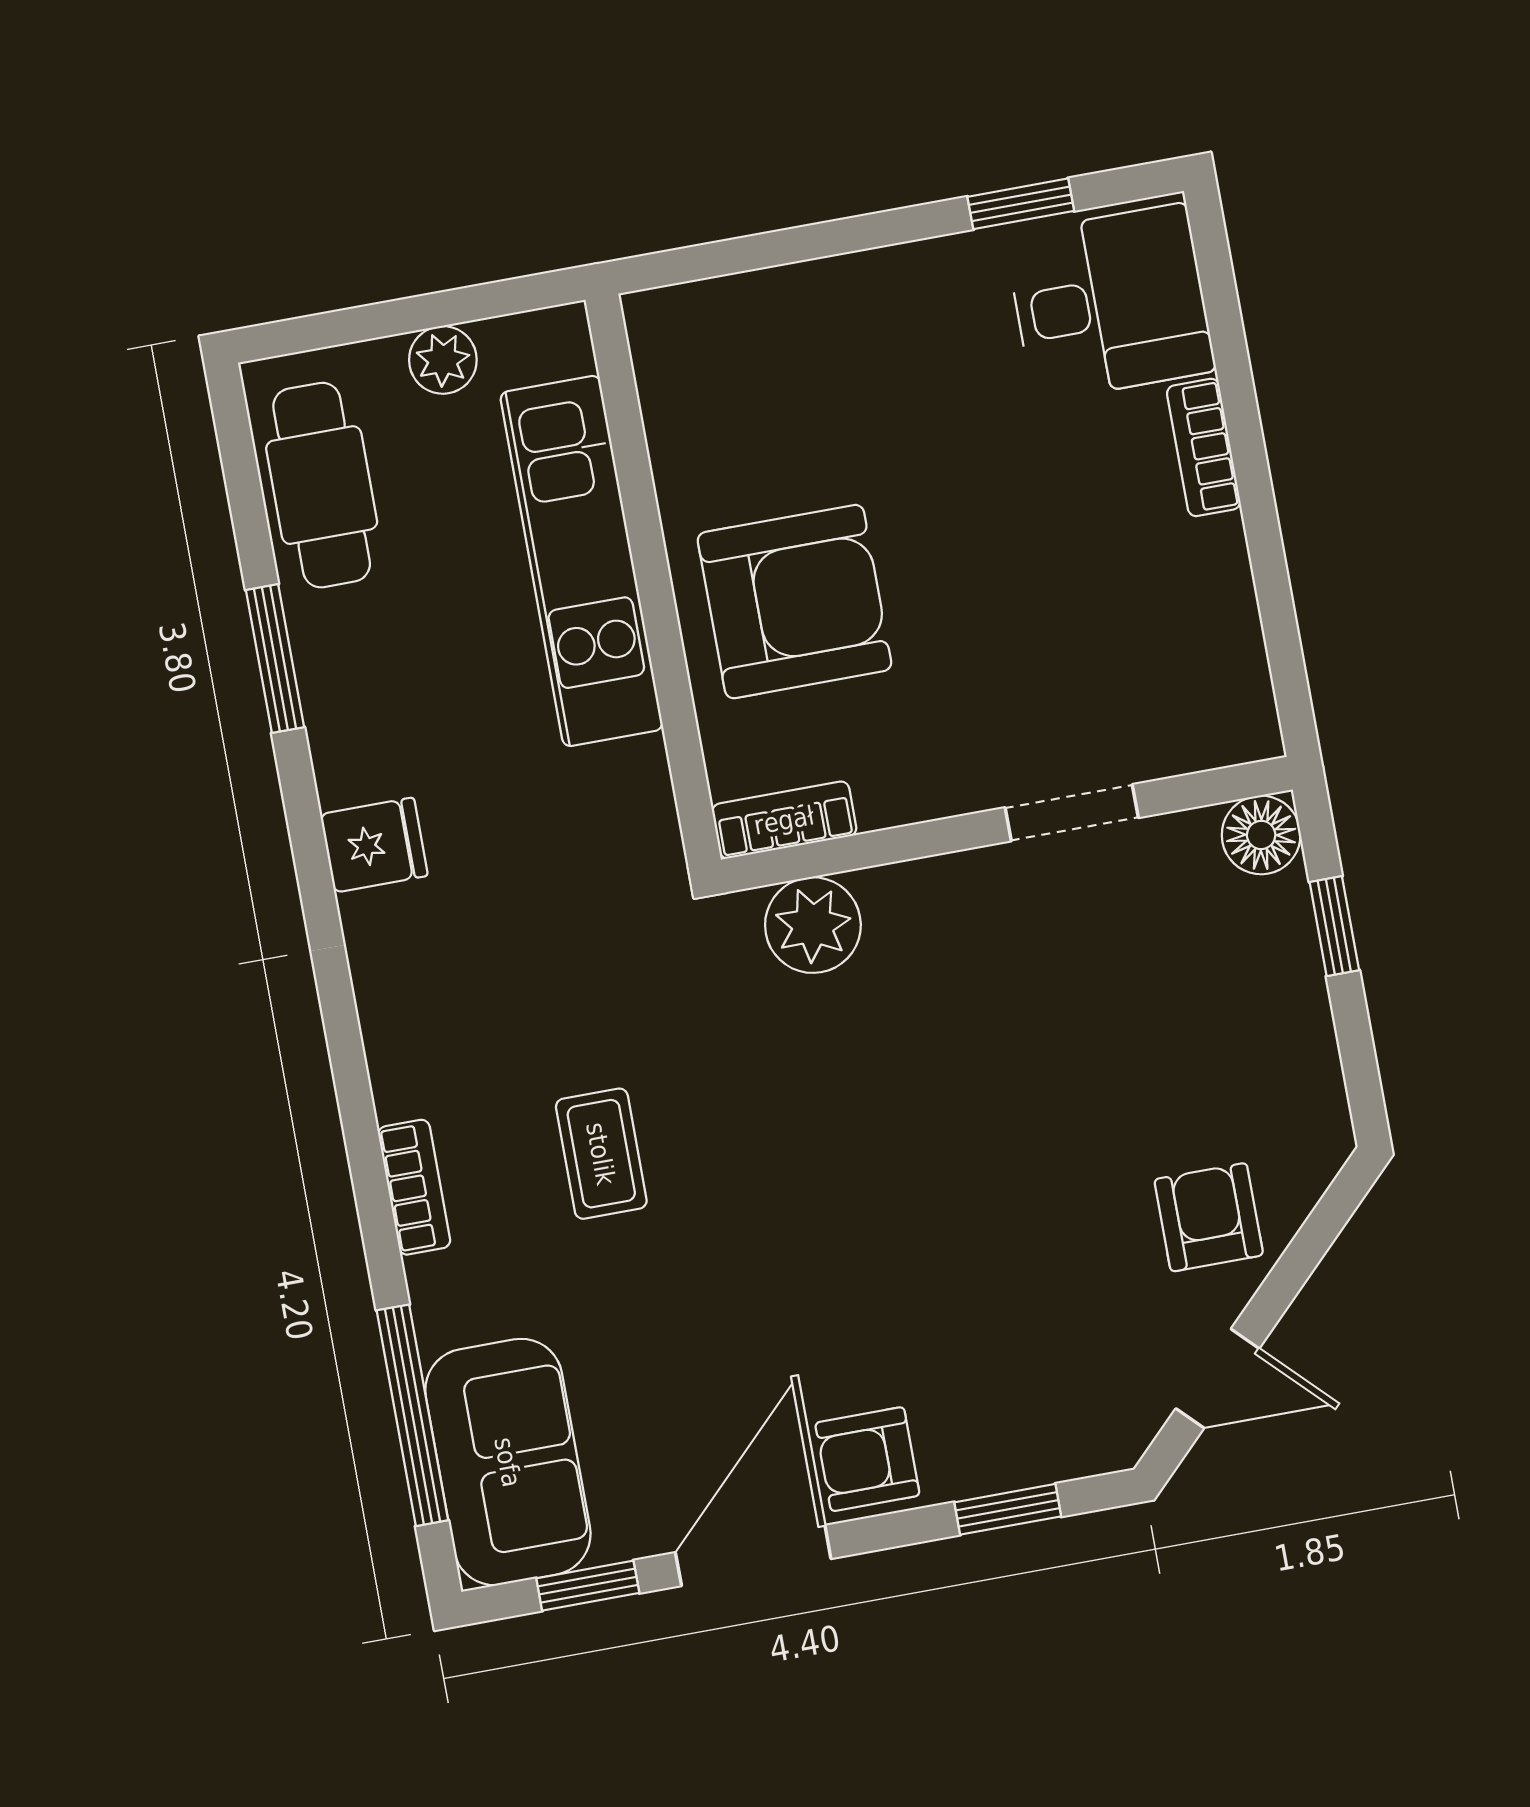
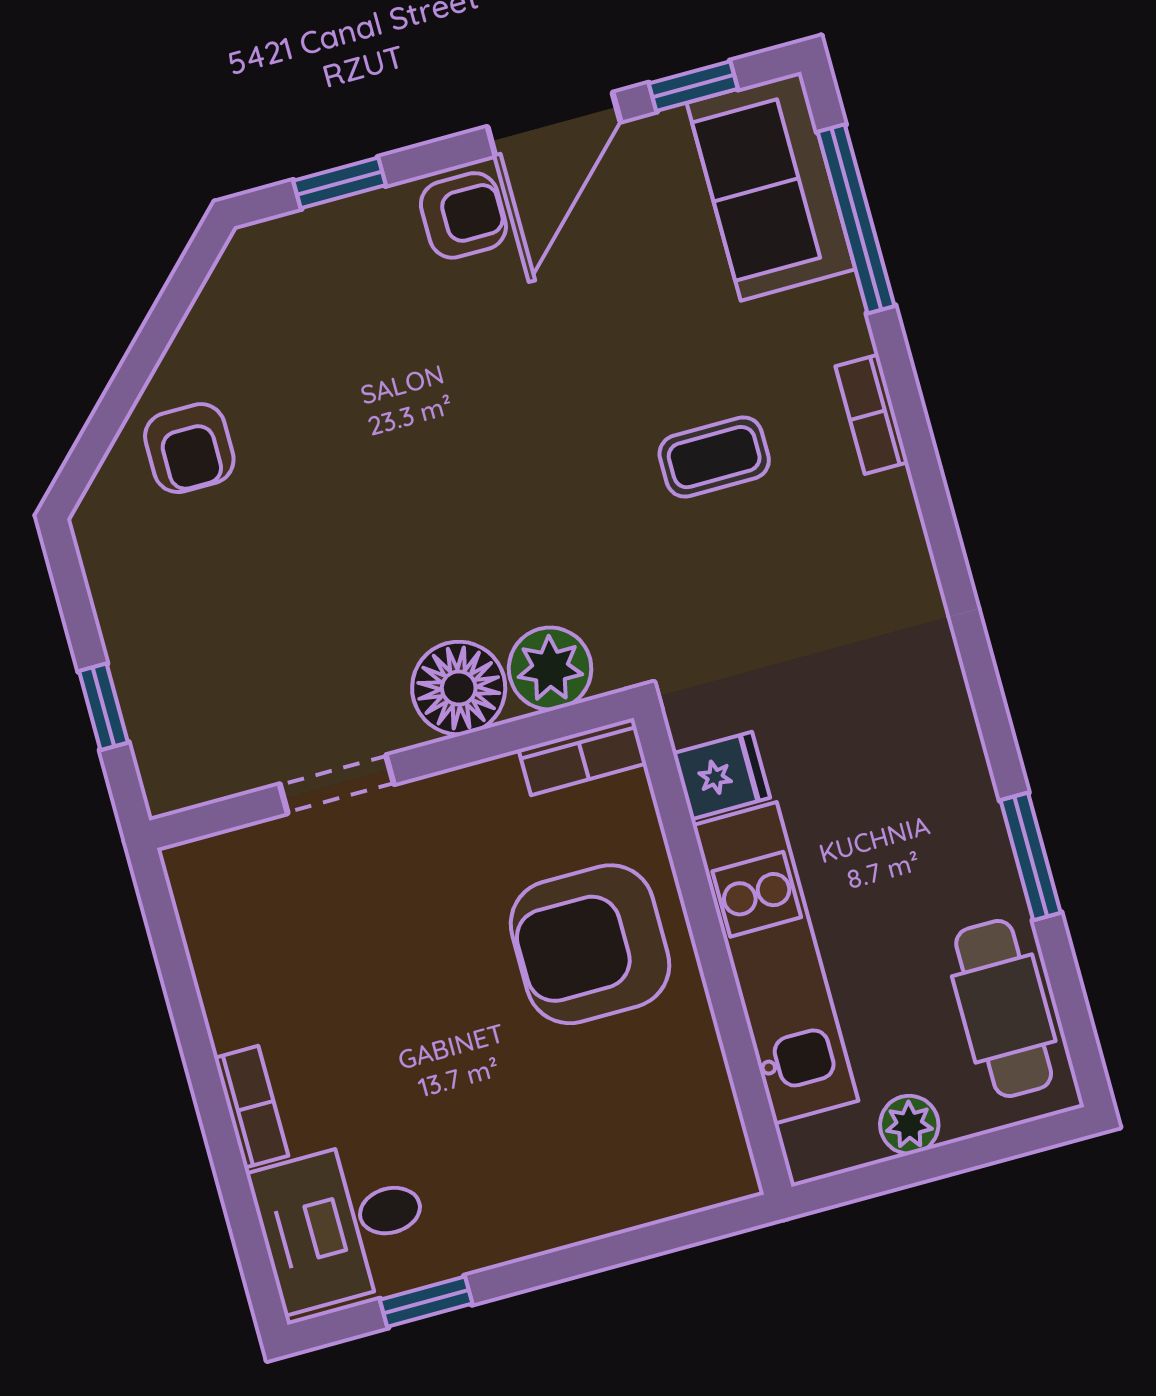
floor lamp: (1261, 835) -> (459, 688), moved, width x1.38, depth x1.38
fridge: (374, 845) -> (721, 776), moved, turned 180
coffee table: (601, 1154) -> (714, 457), turned 90
door: (1218, 1378) -> (170, 311), removed

